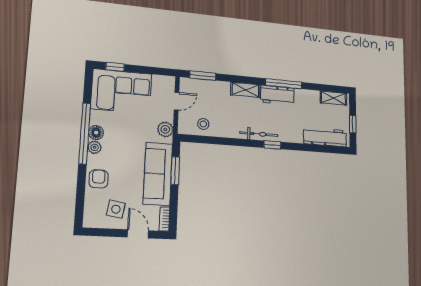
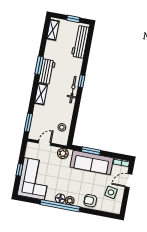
window: (115, 67) -> (19, 170), moved
window: (284, 84) -> (39, 65), width x0.69
door: (177, 101) -> (44, 143), hinge flipped

